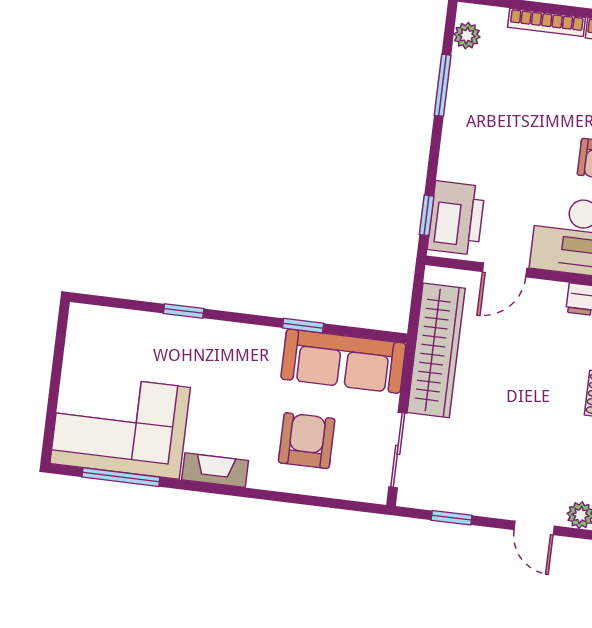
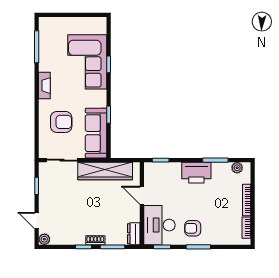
printer: (456, 218) -> (196, 173), moved
corner sofa: (120, 425) -> (87, 62), moved, turned 180
door: (534, 528) -> (37, 221), hinge flipped

